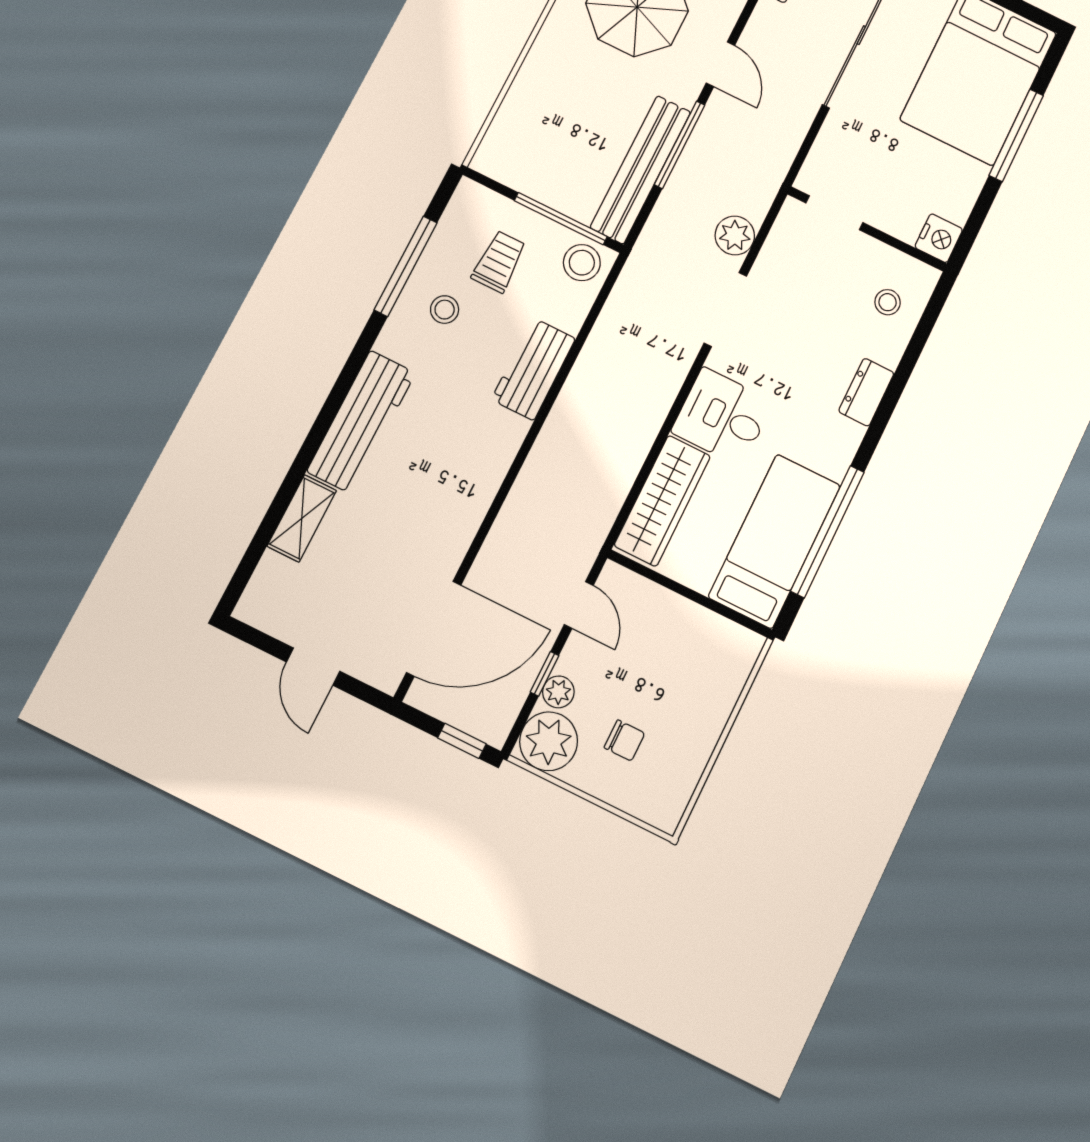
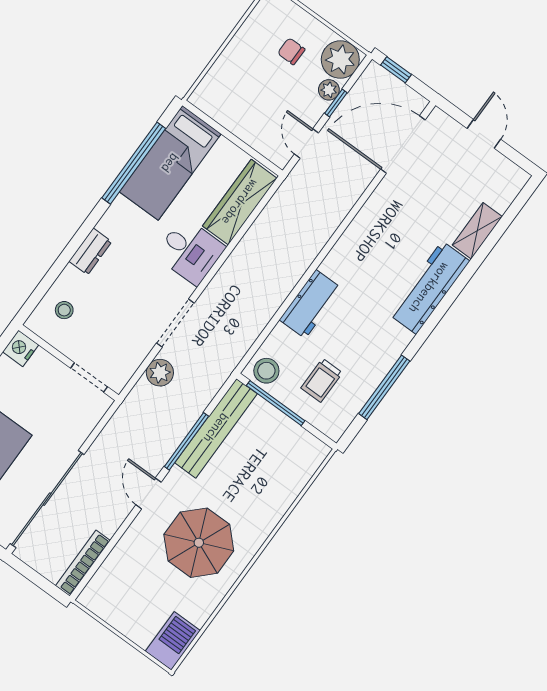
stool: (445, 310) -> (363, 354), removed

